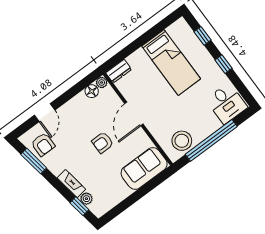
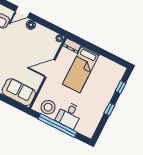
bed: (171, 62) -> (81, 69), moved
floor lamp: (92, 91) -> (31, 25), moved
desk: (227, 103) -> (69, 115), moved
armchair: (103, 142) -> (22, 58), removed

